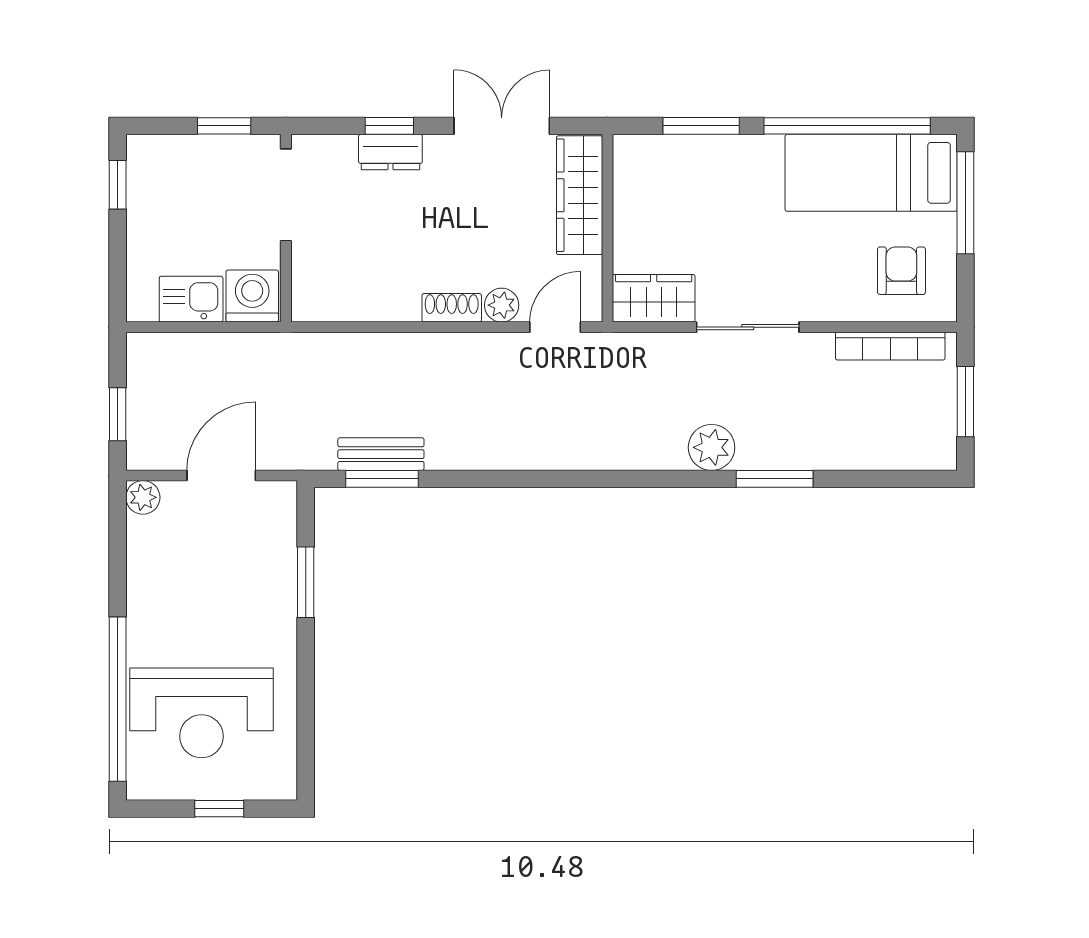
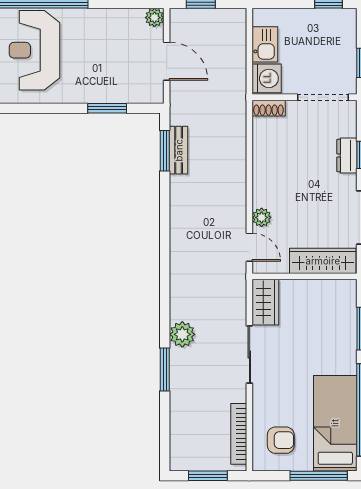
shoe rack: (452, 308) -> (269, 108), moved, turned 90

